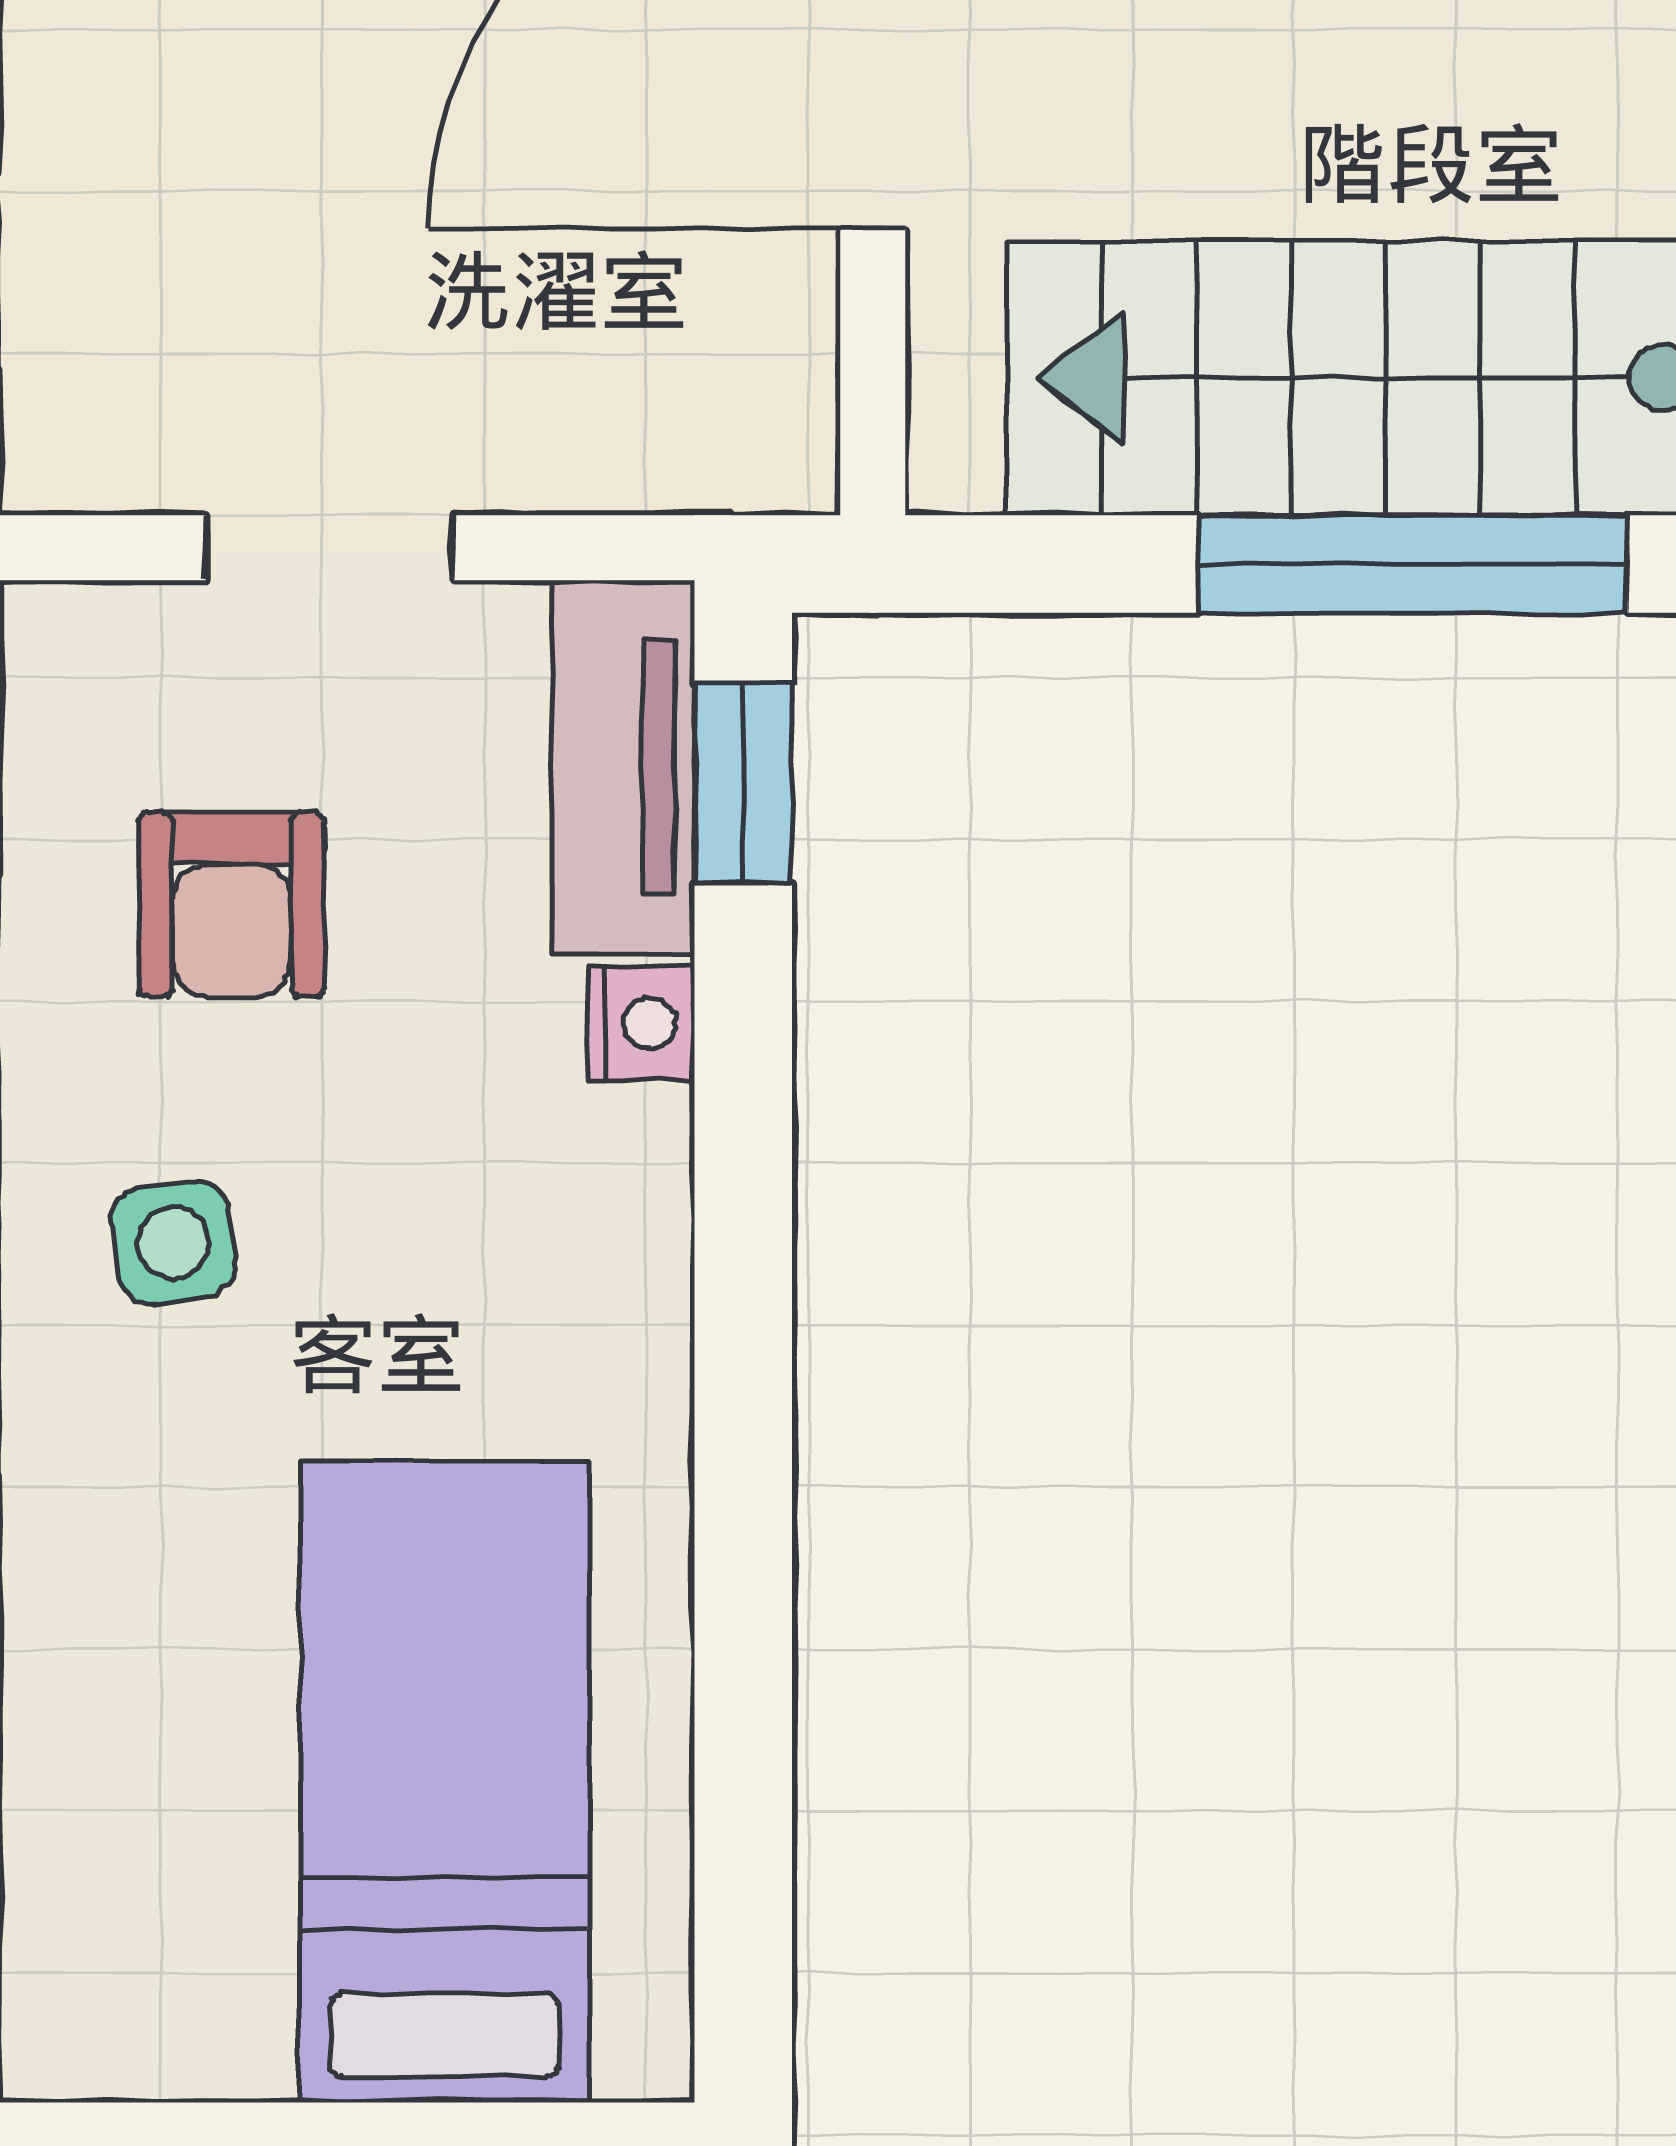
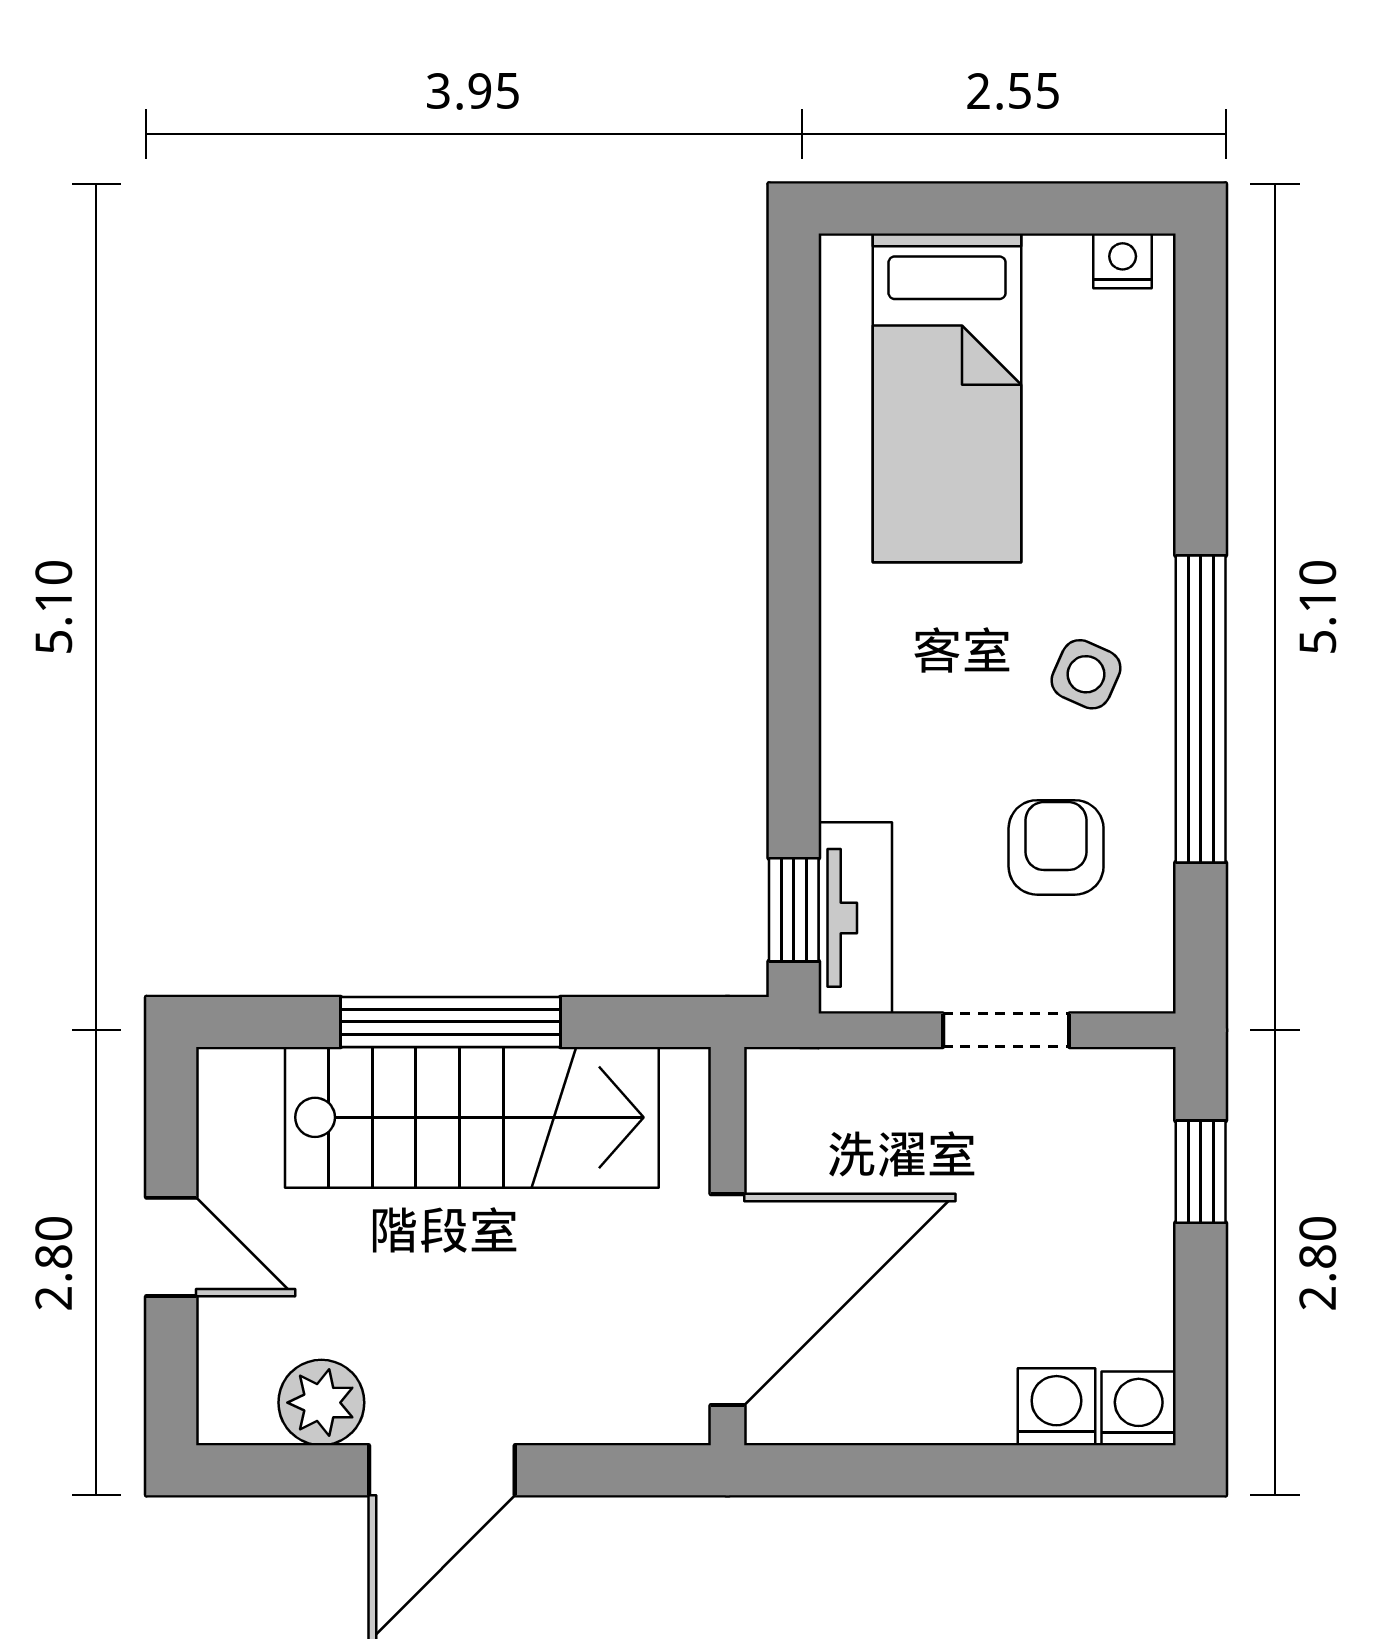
nightstand: (641, 1023) -> (1123, 261), moved, turned 90
side table: (173, 1242) -> (1086, 674), turned 32

